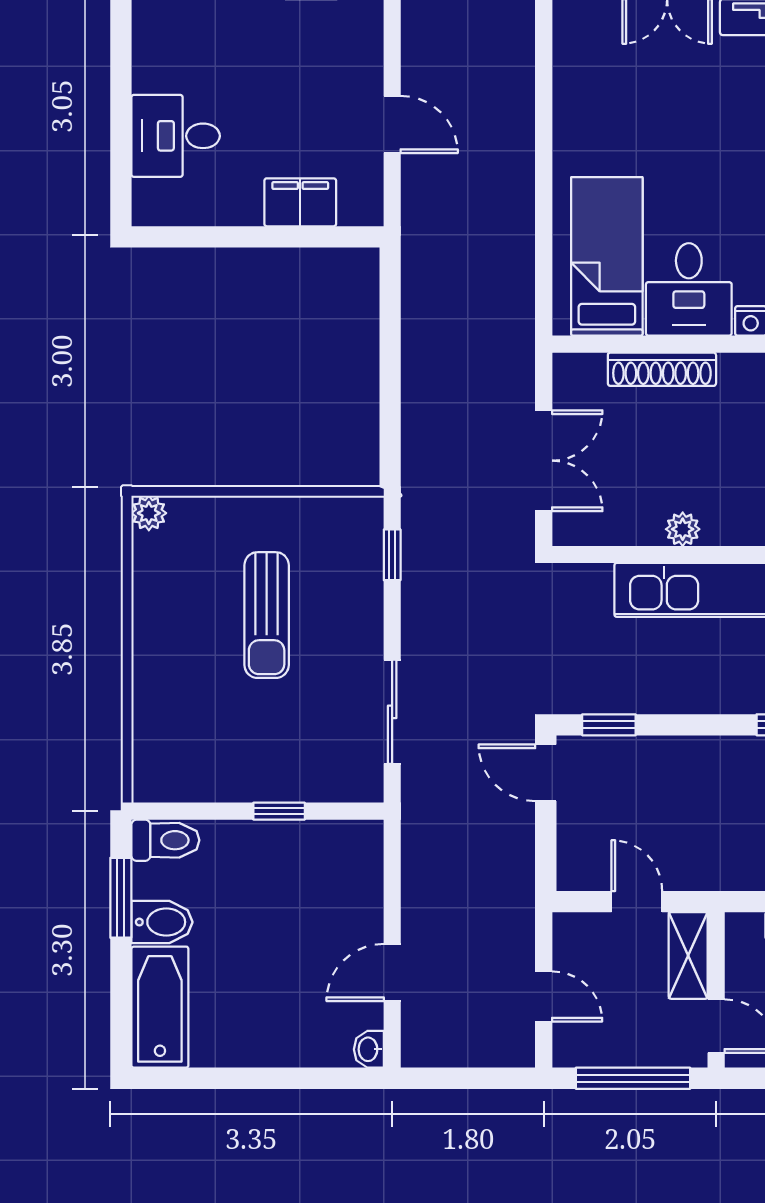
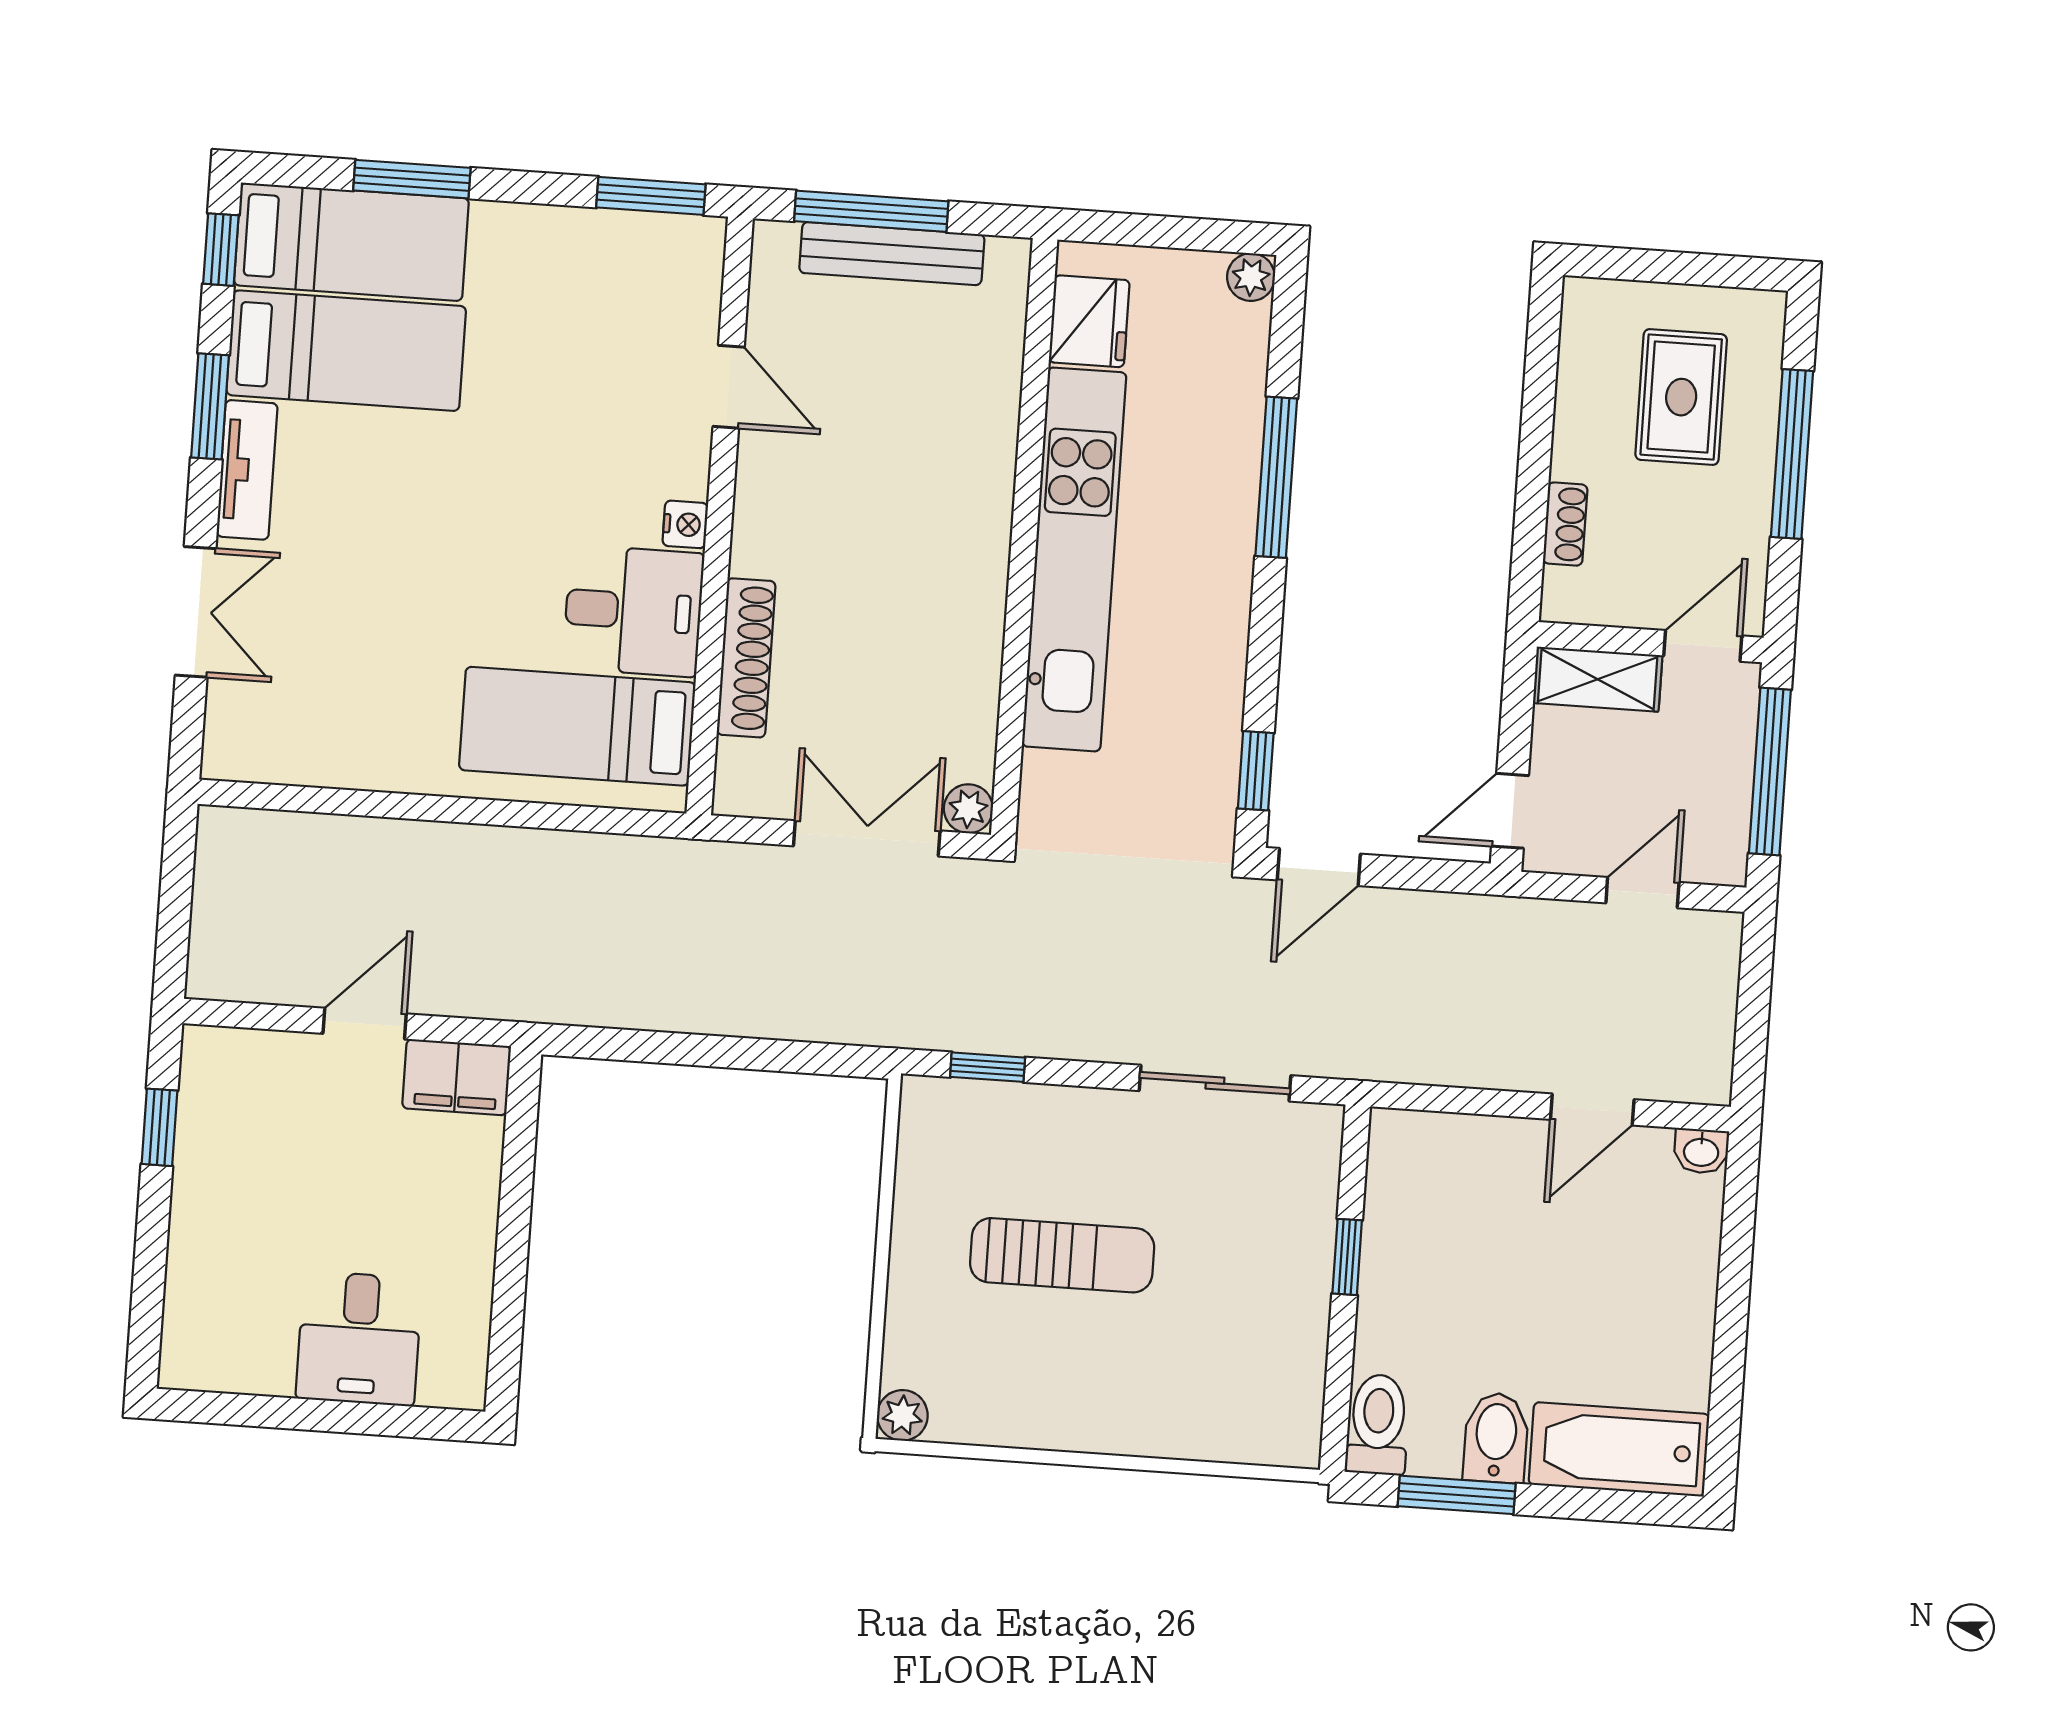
filing cabinet: (300, 202) -> (457, 1077), moved, turned -90
plant: (683, 529) -> (968, 809), moved
door: (637, 902) -> (1510, 811), moved
door: (392, 972) -> (1592, 1110), hinge flipped

